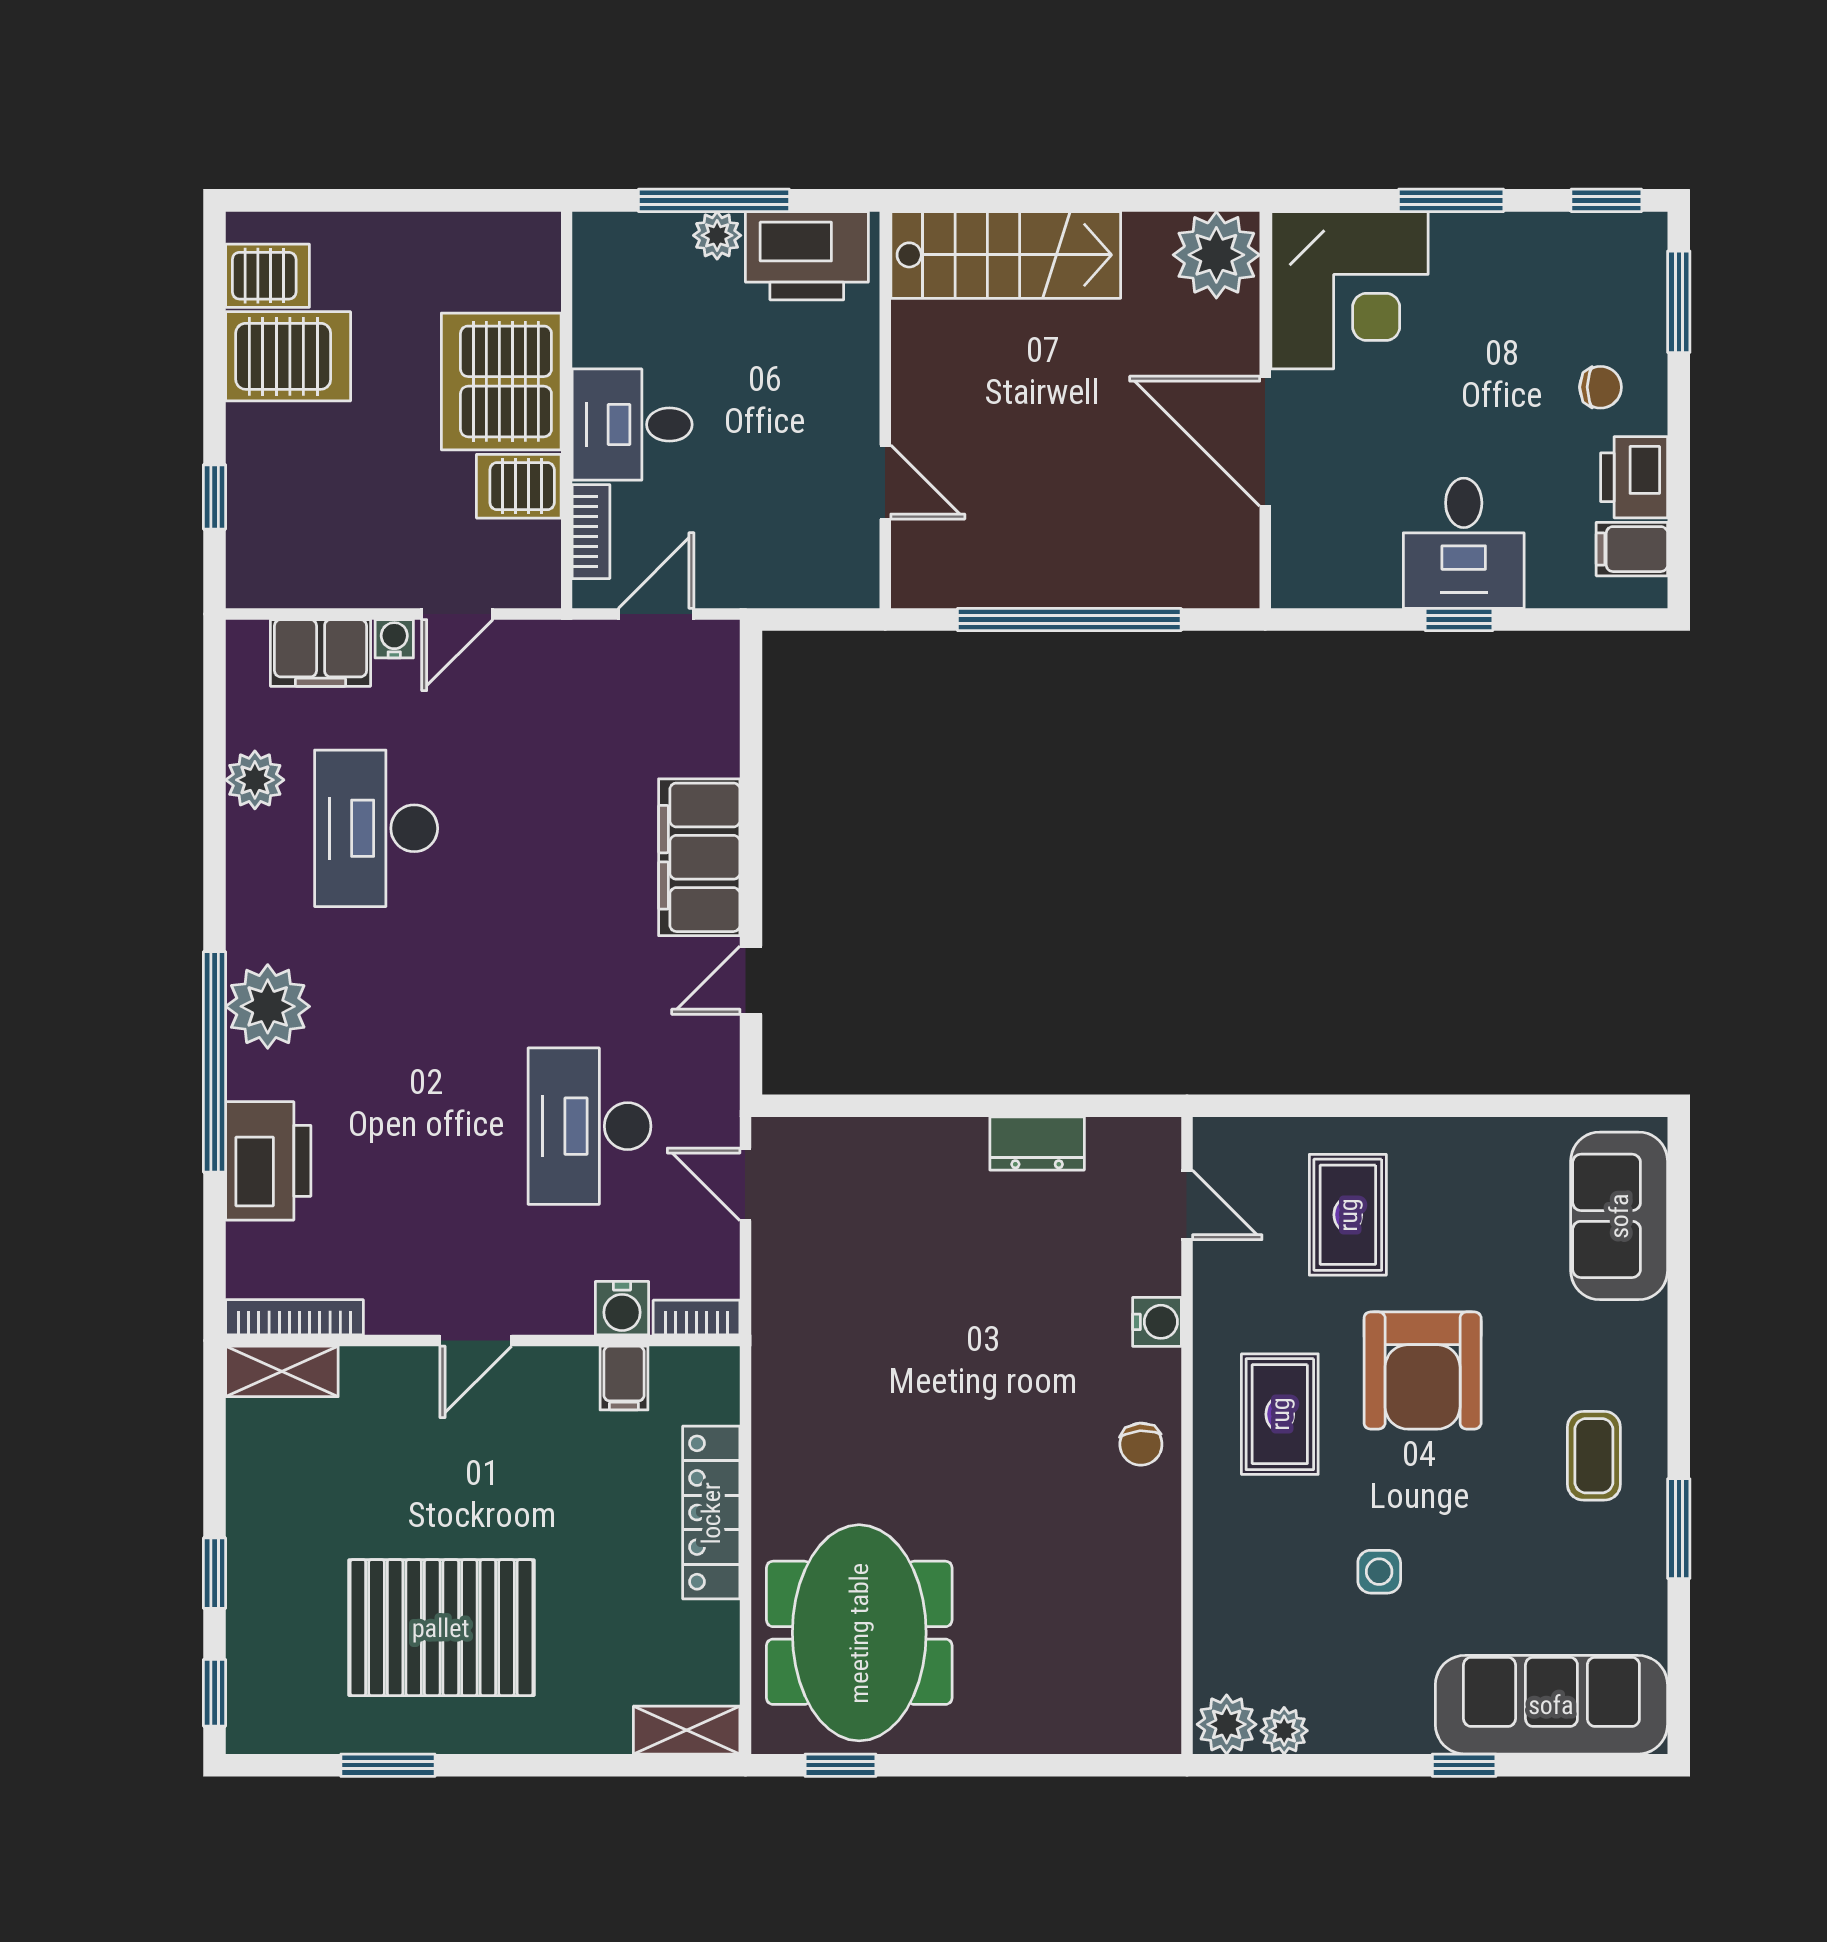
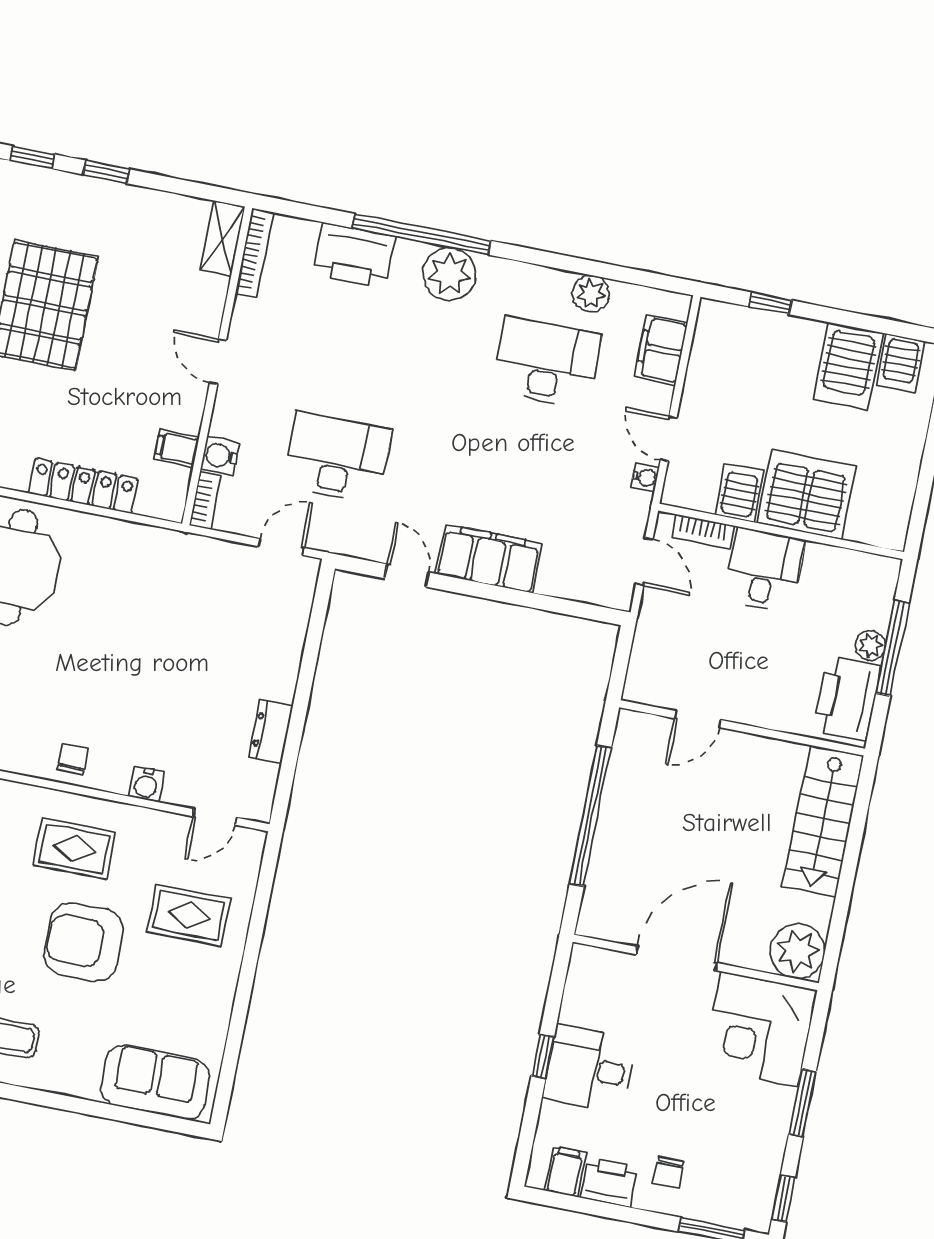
water cooler: (394, 639) -> (645, 477), moved
chair: (1141, 1444) -> (73, 759), turned 94

